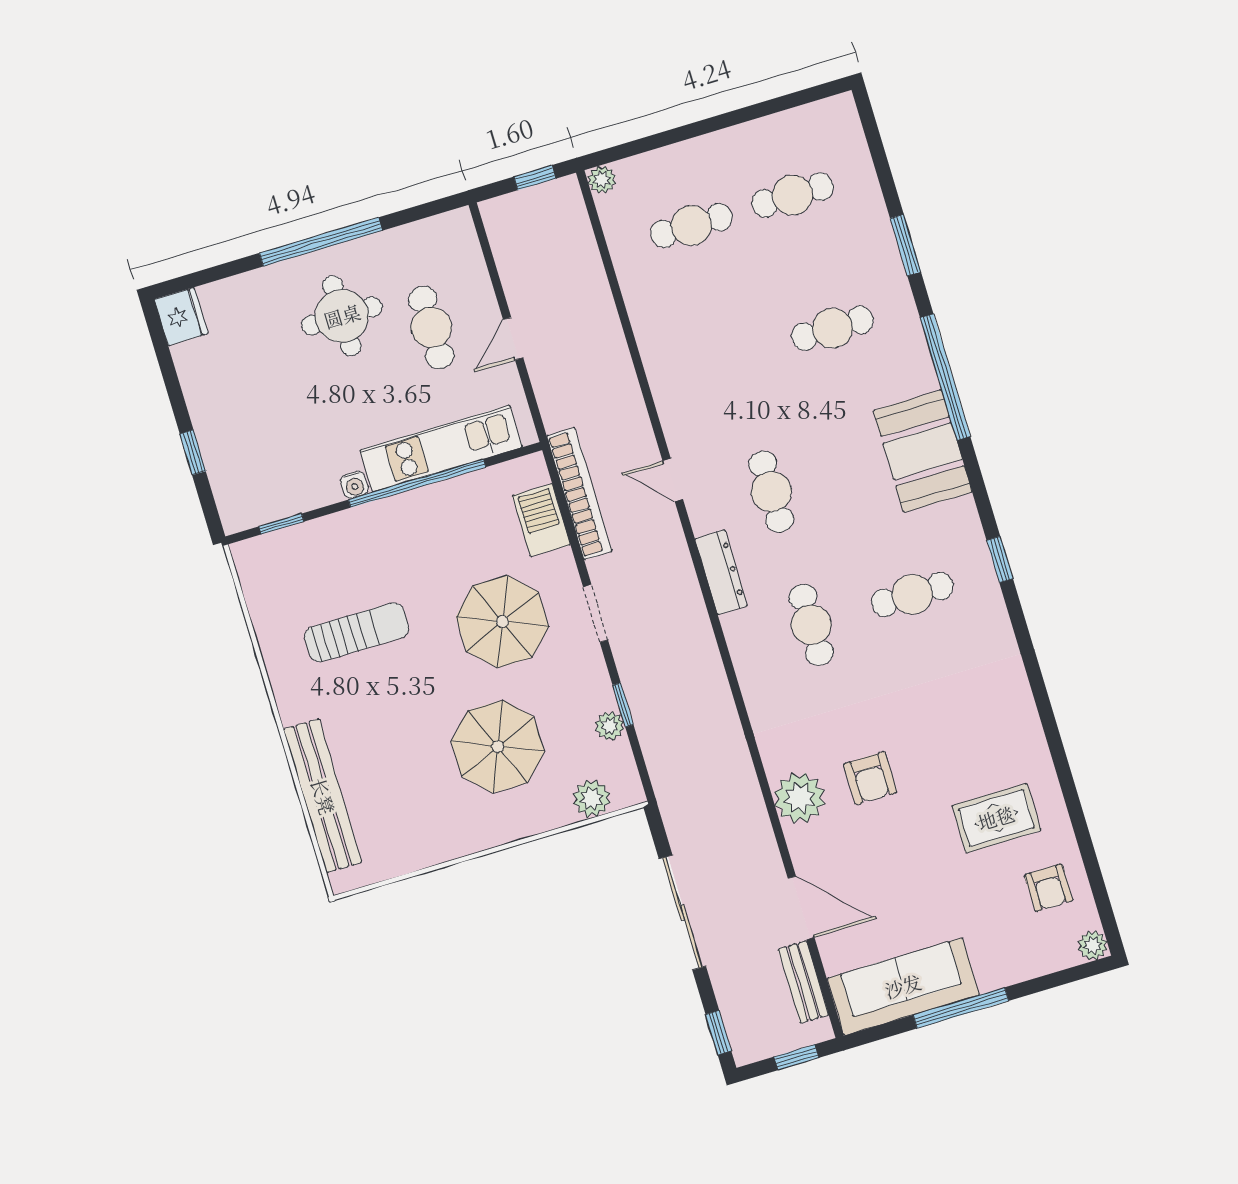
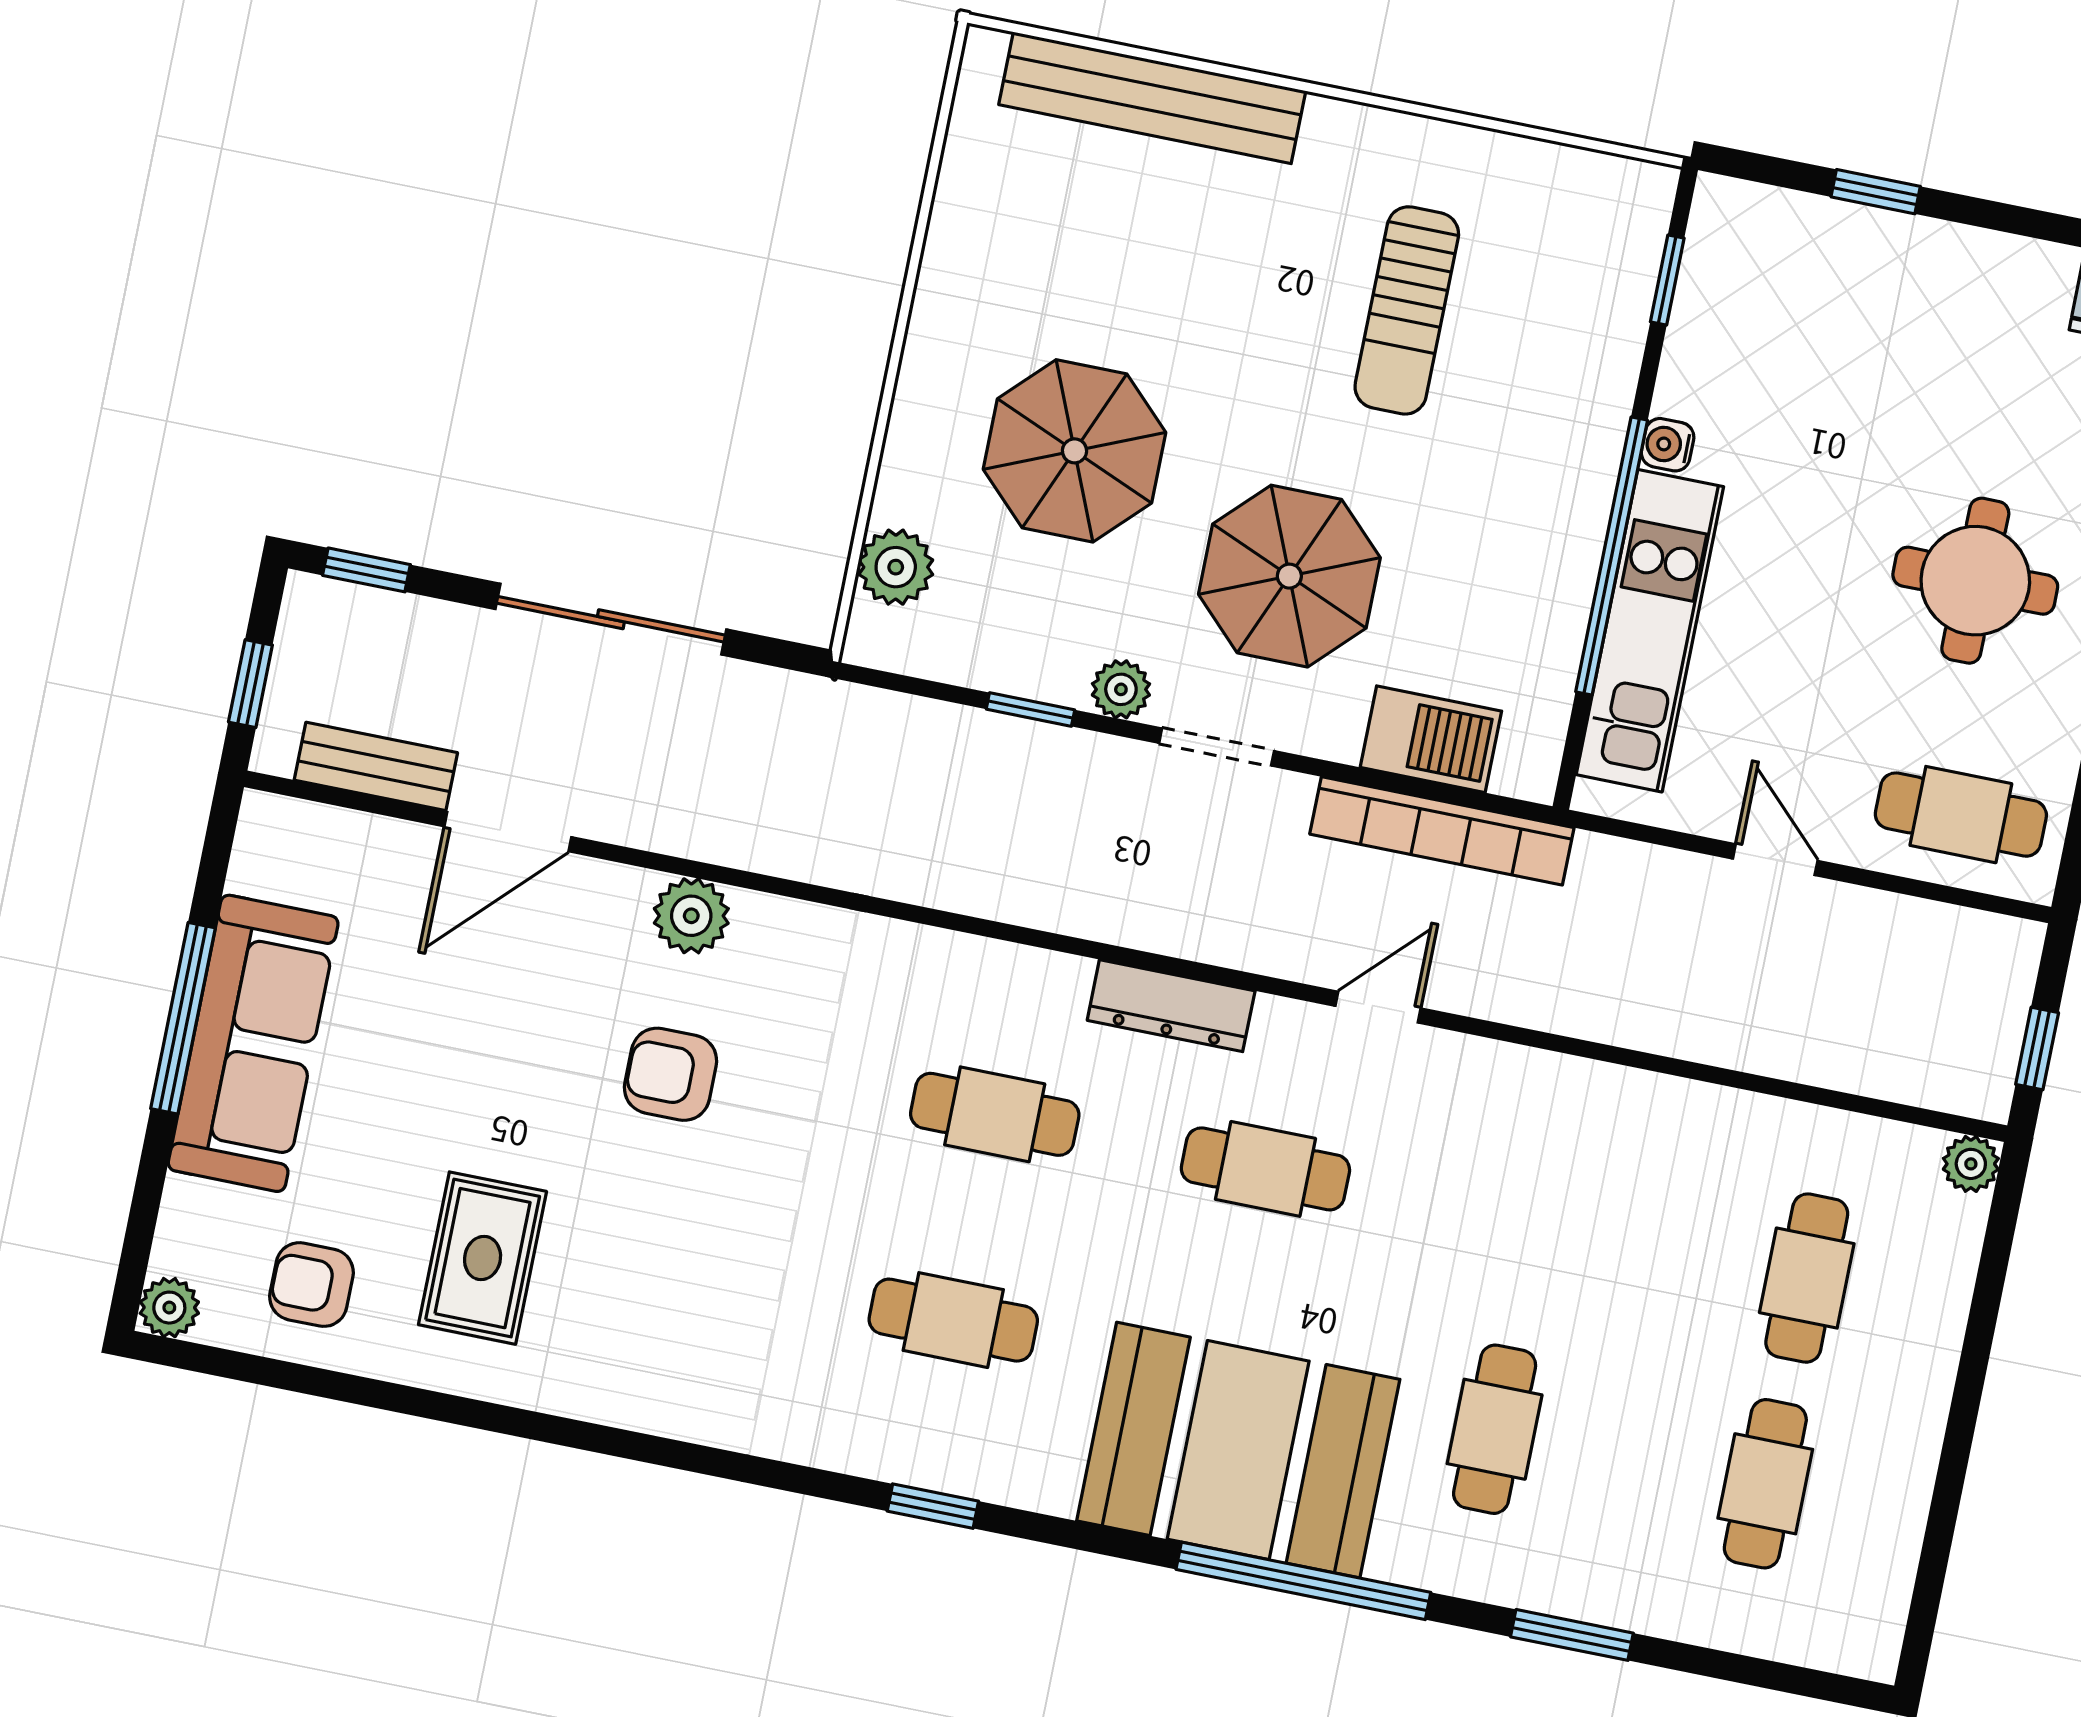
cafe table: (431, 327) -> (1961, 815), moved
booth: (923, 451) -> (1238, 1450), width x1.36, depth x1.42
cafe table: (912, 594) -> (953, 1320), turned 90
plant: (610, 726) -> (1121, 689), moved
plant: (800, 798) -> (691, 916), width x0.73, depth x0.73
sofa: (903, 986) -> (253, 1043), moved

